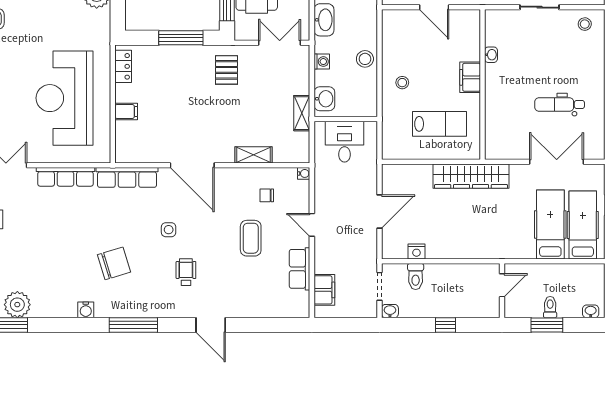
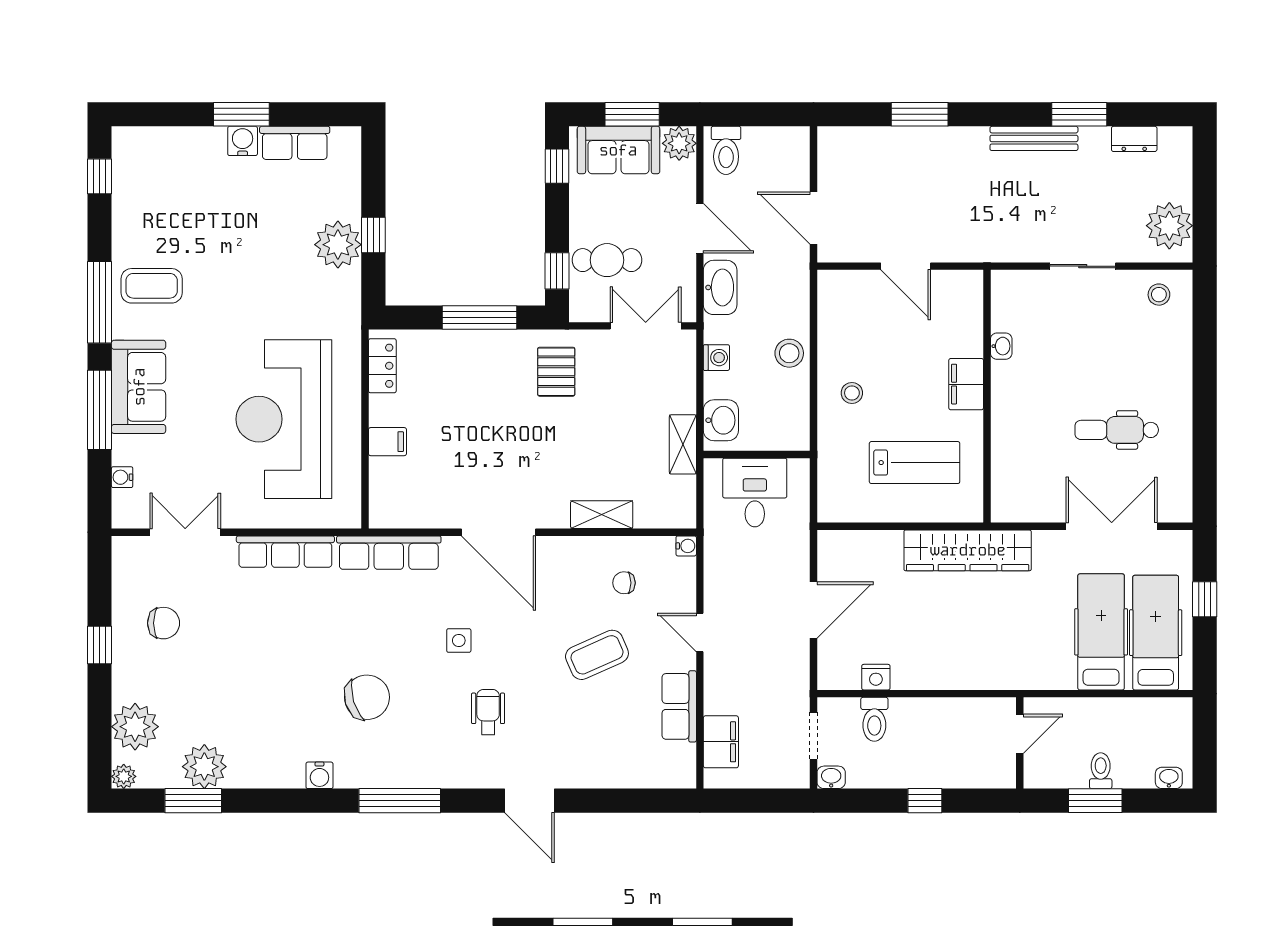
coffee table: (251, 238) -> (597, 655), turned 66

